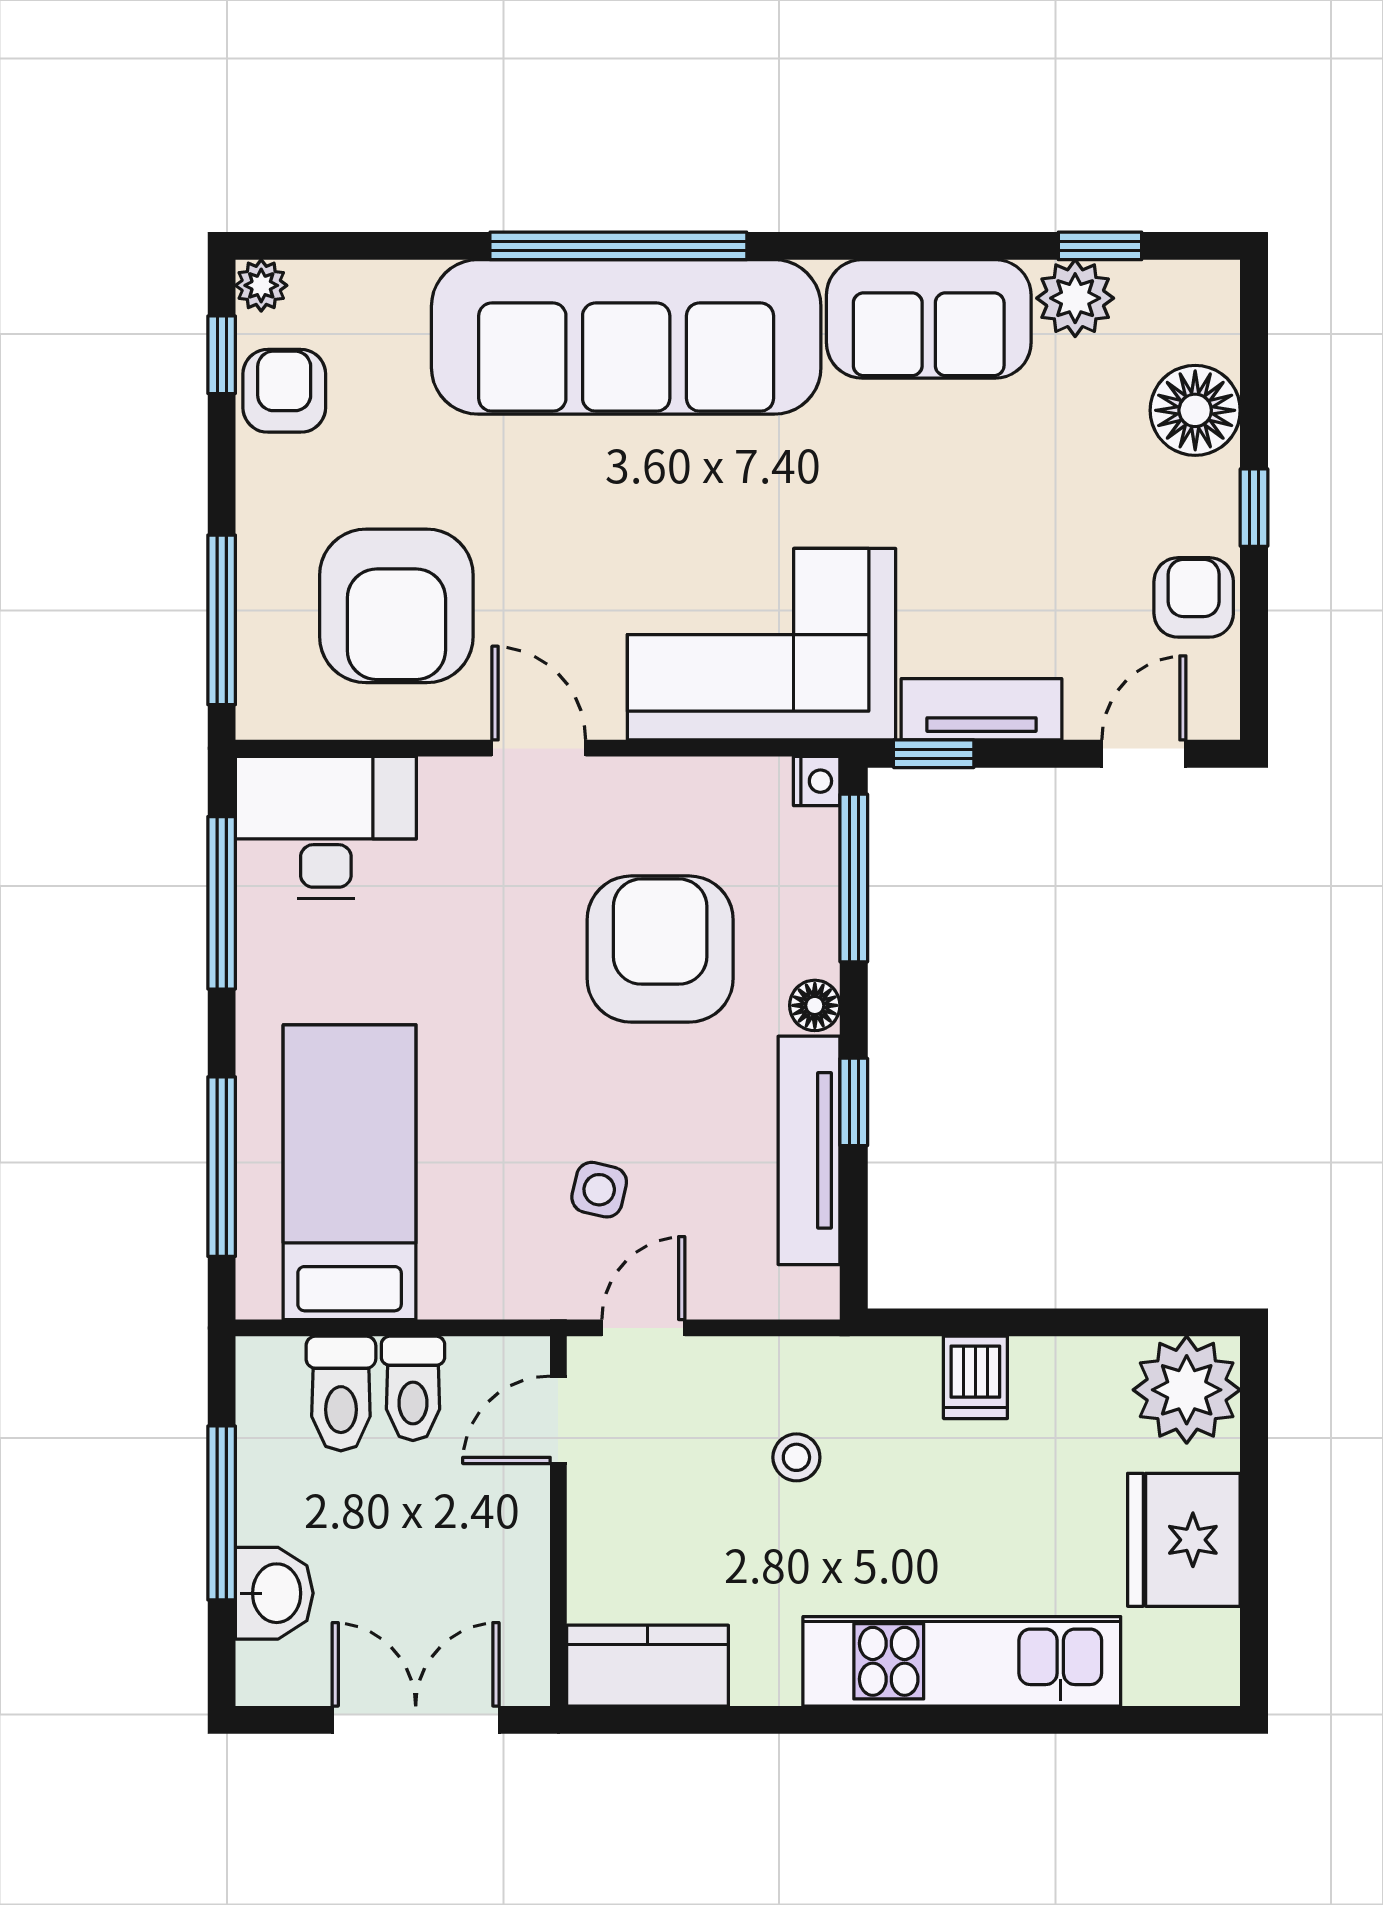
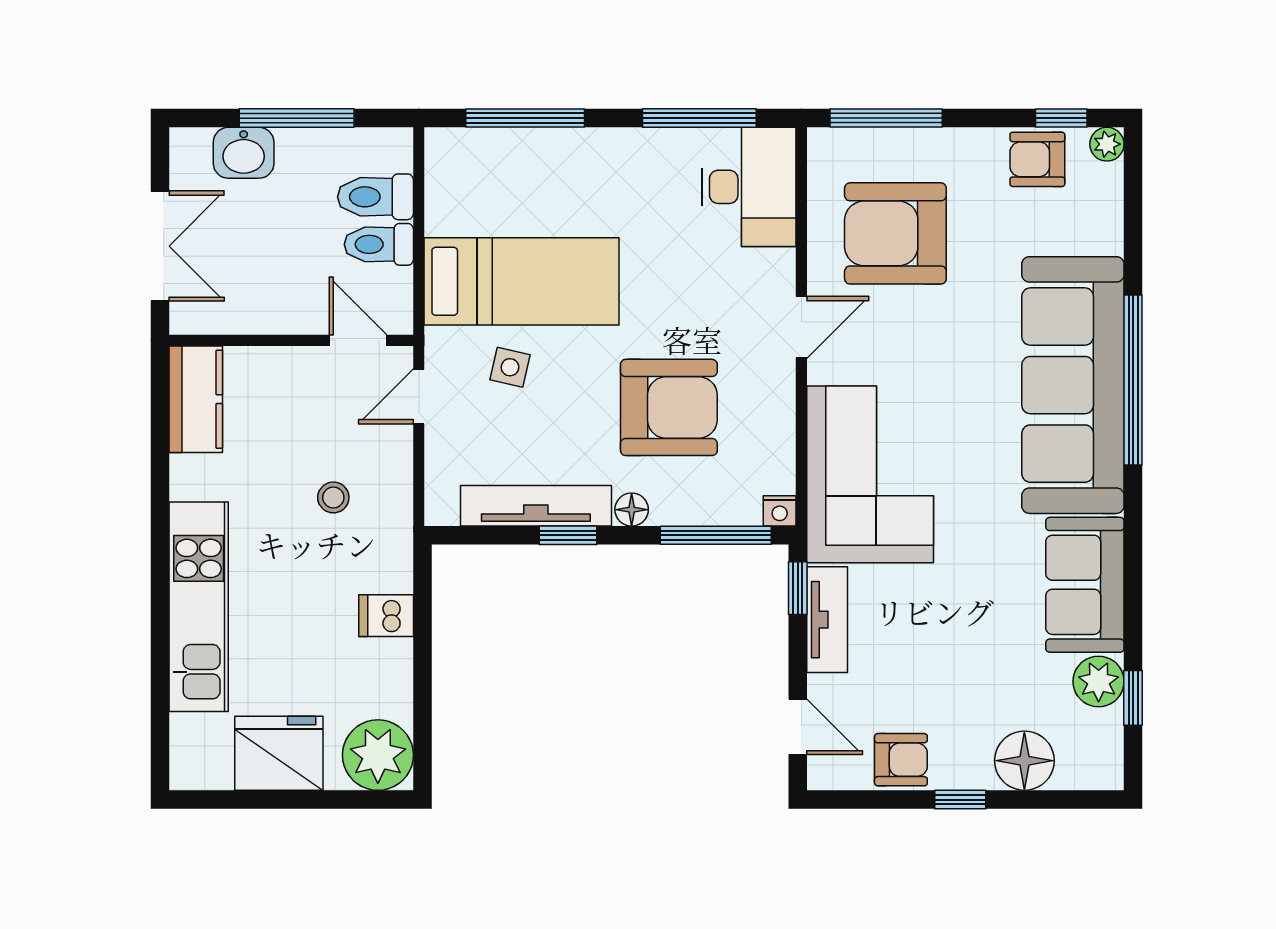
armchair: (284, 391) -> (1037, 159), turned 180
bed: (350, 1172) -> (522, 281), moved
door: (643, 1328) -> (419, 396), swing flipped

